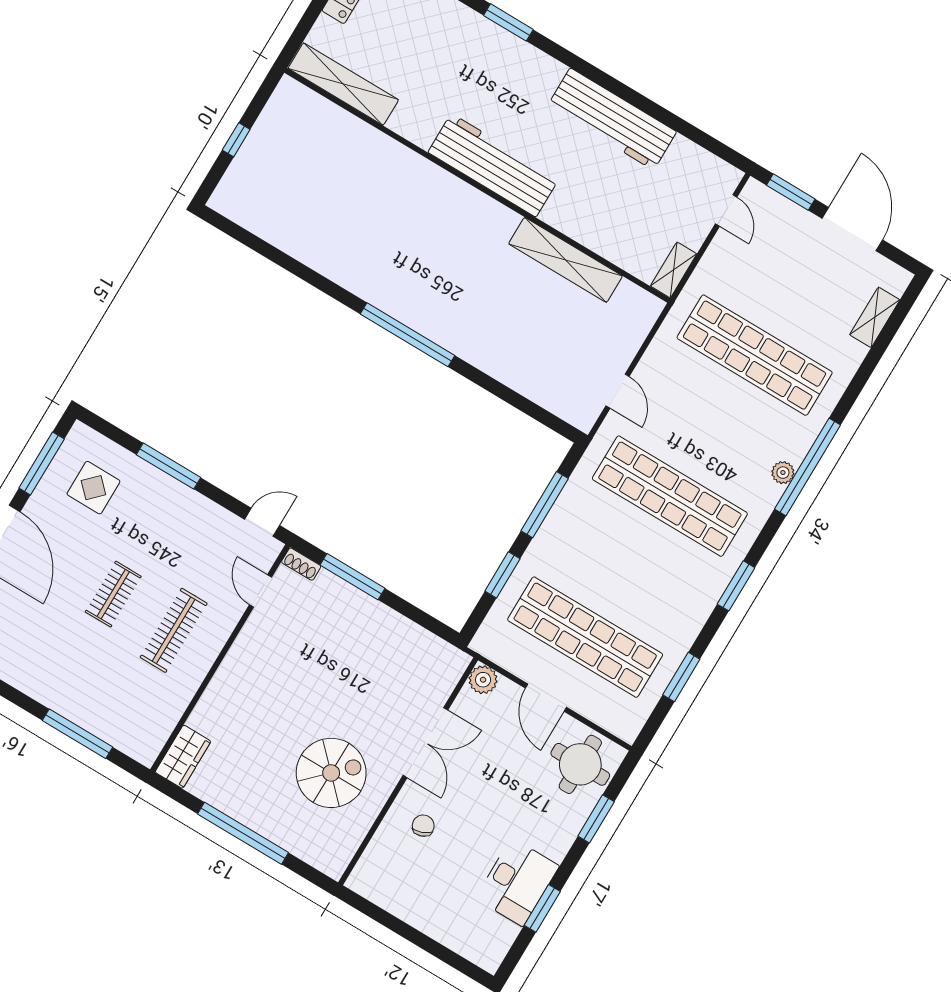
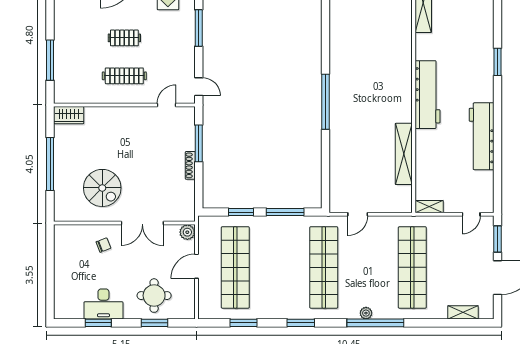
shoe rack: (301, 564) -> (190, 165), moved, width x1.43
round table: (580, 764) -> (154, 296), moved

